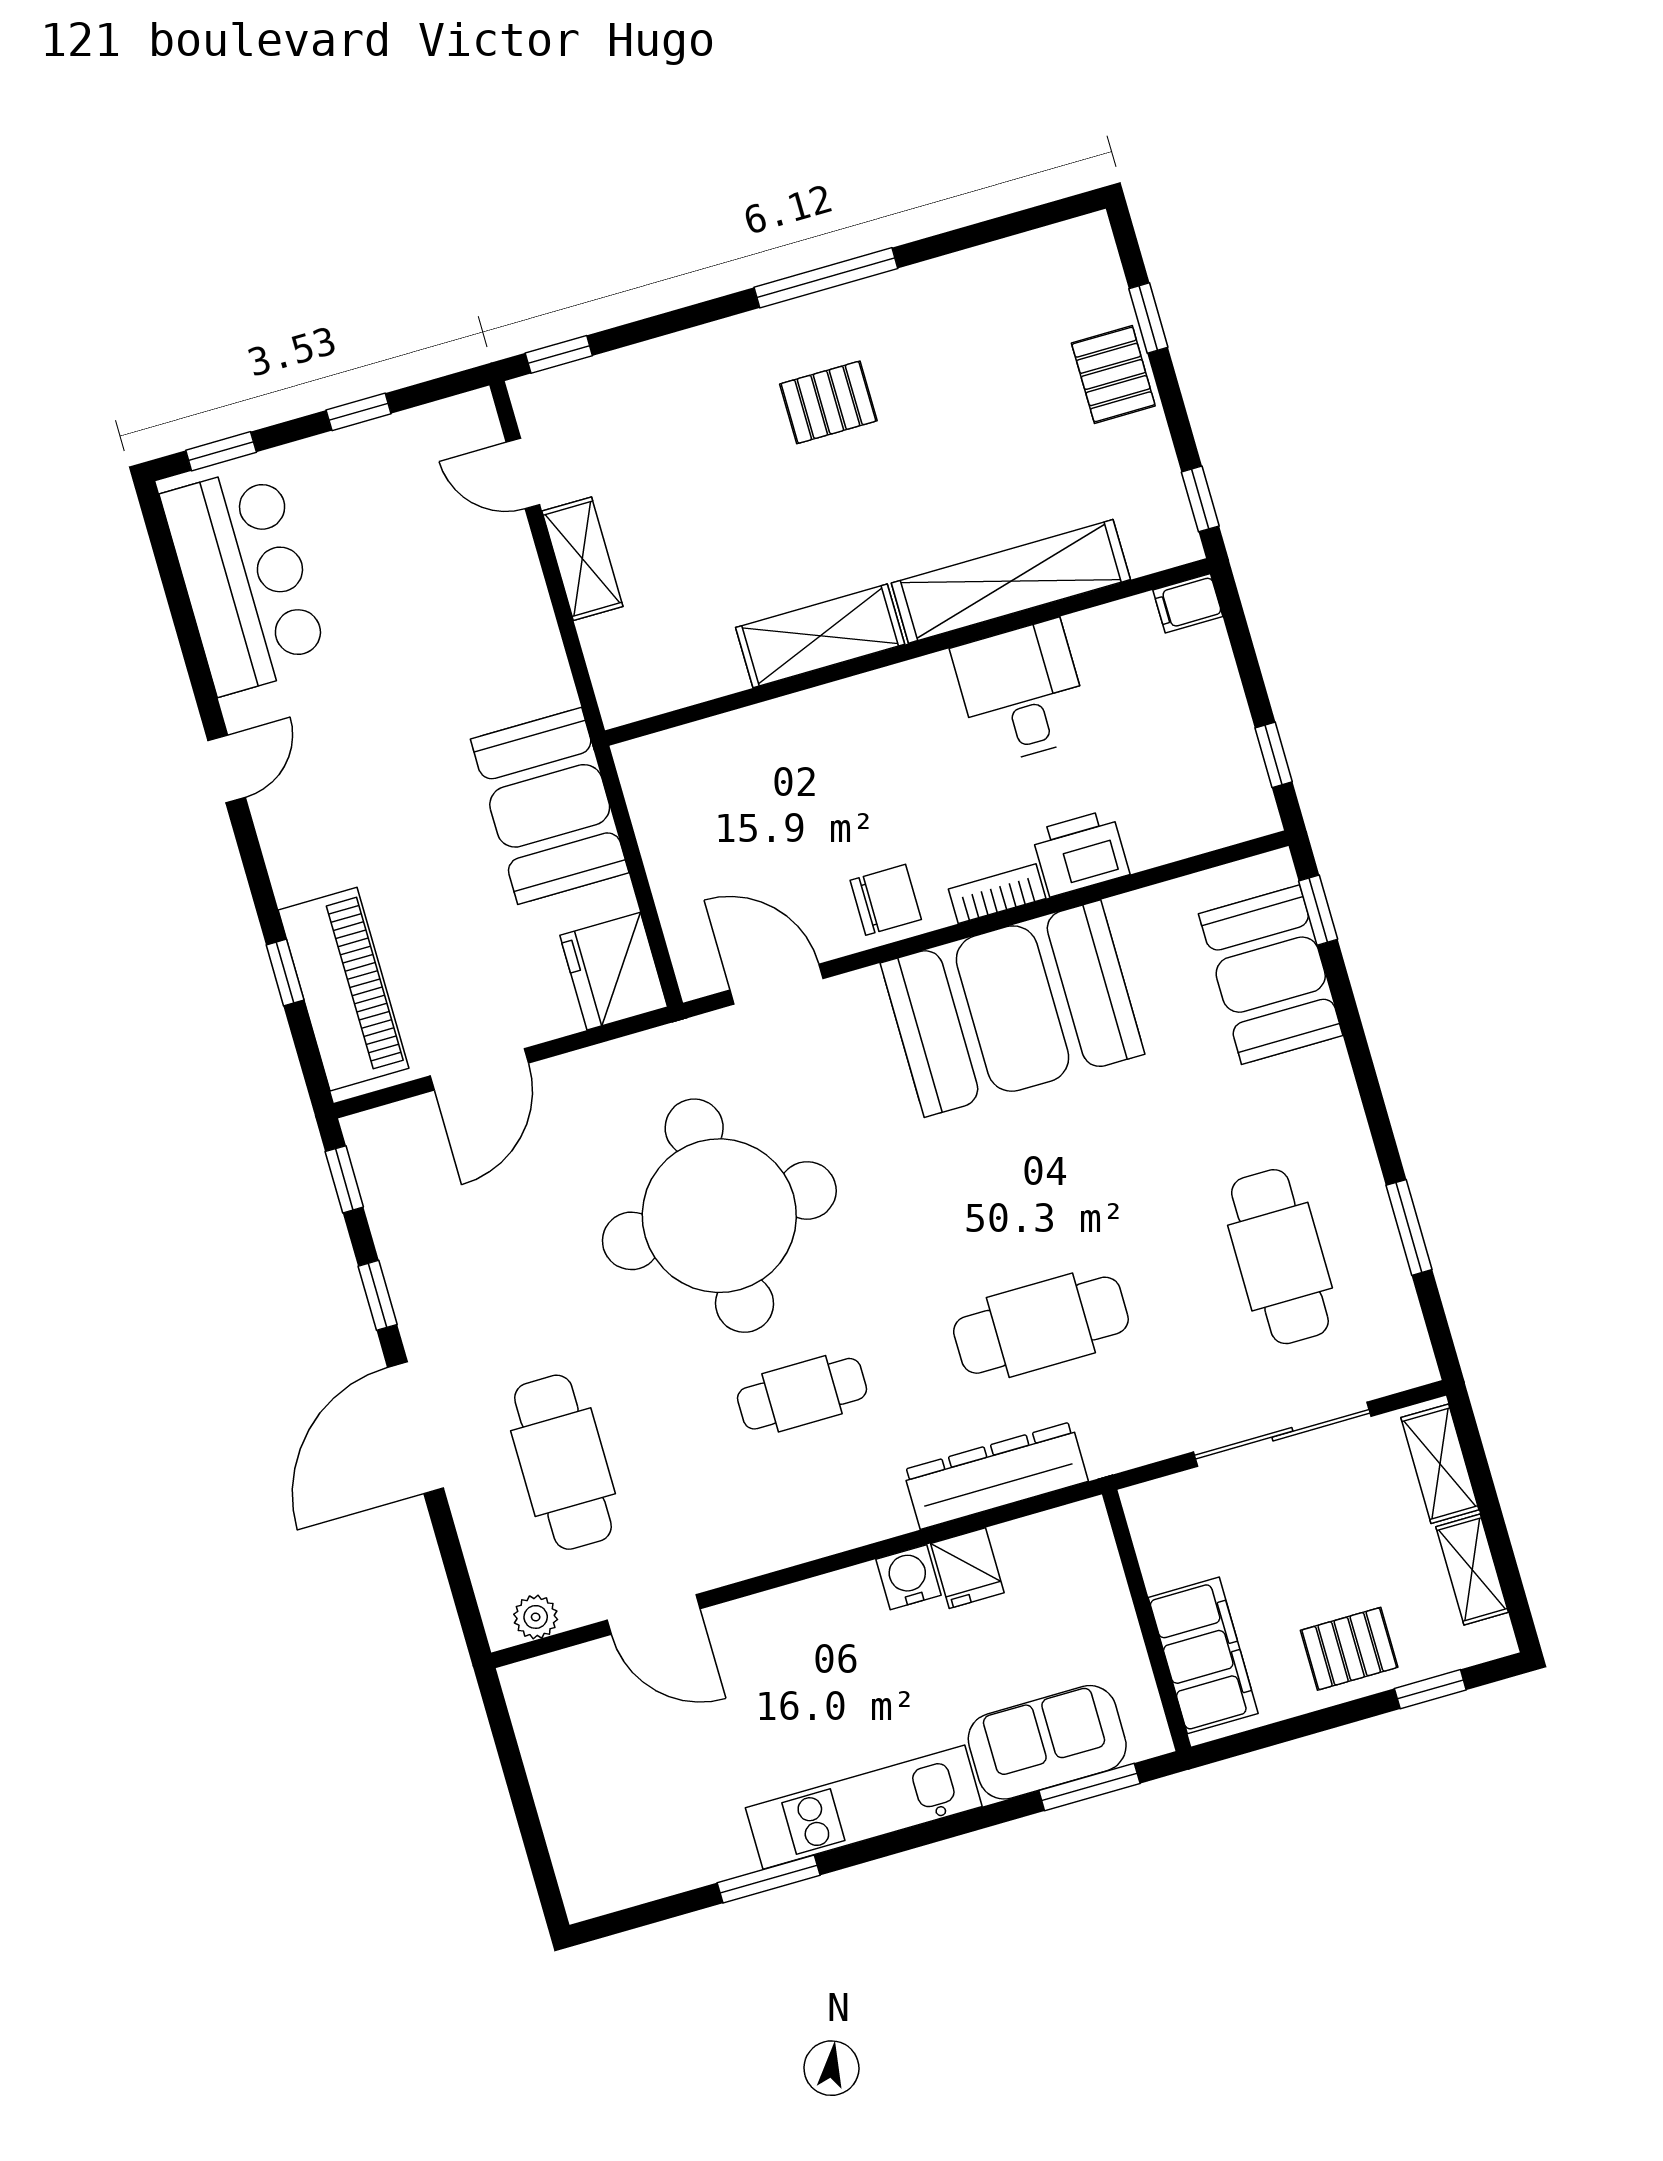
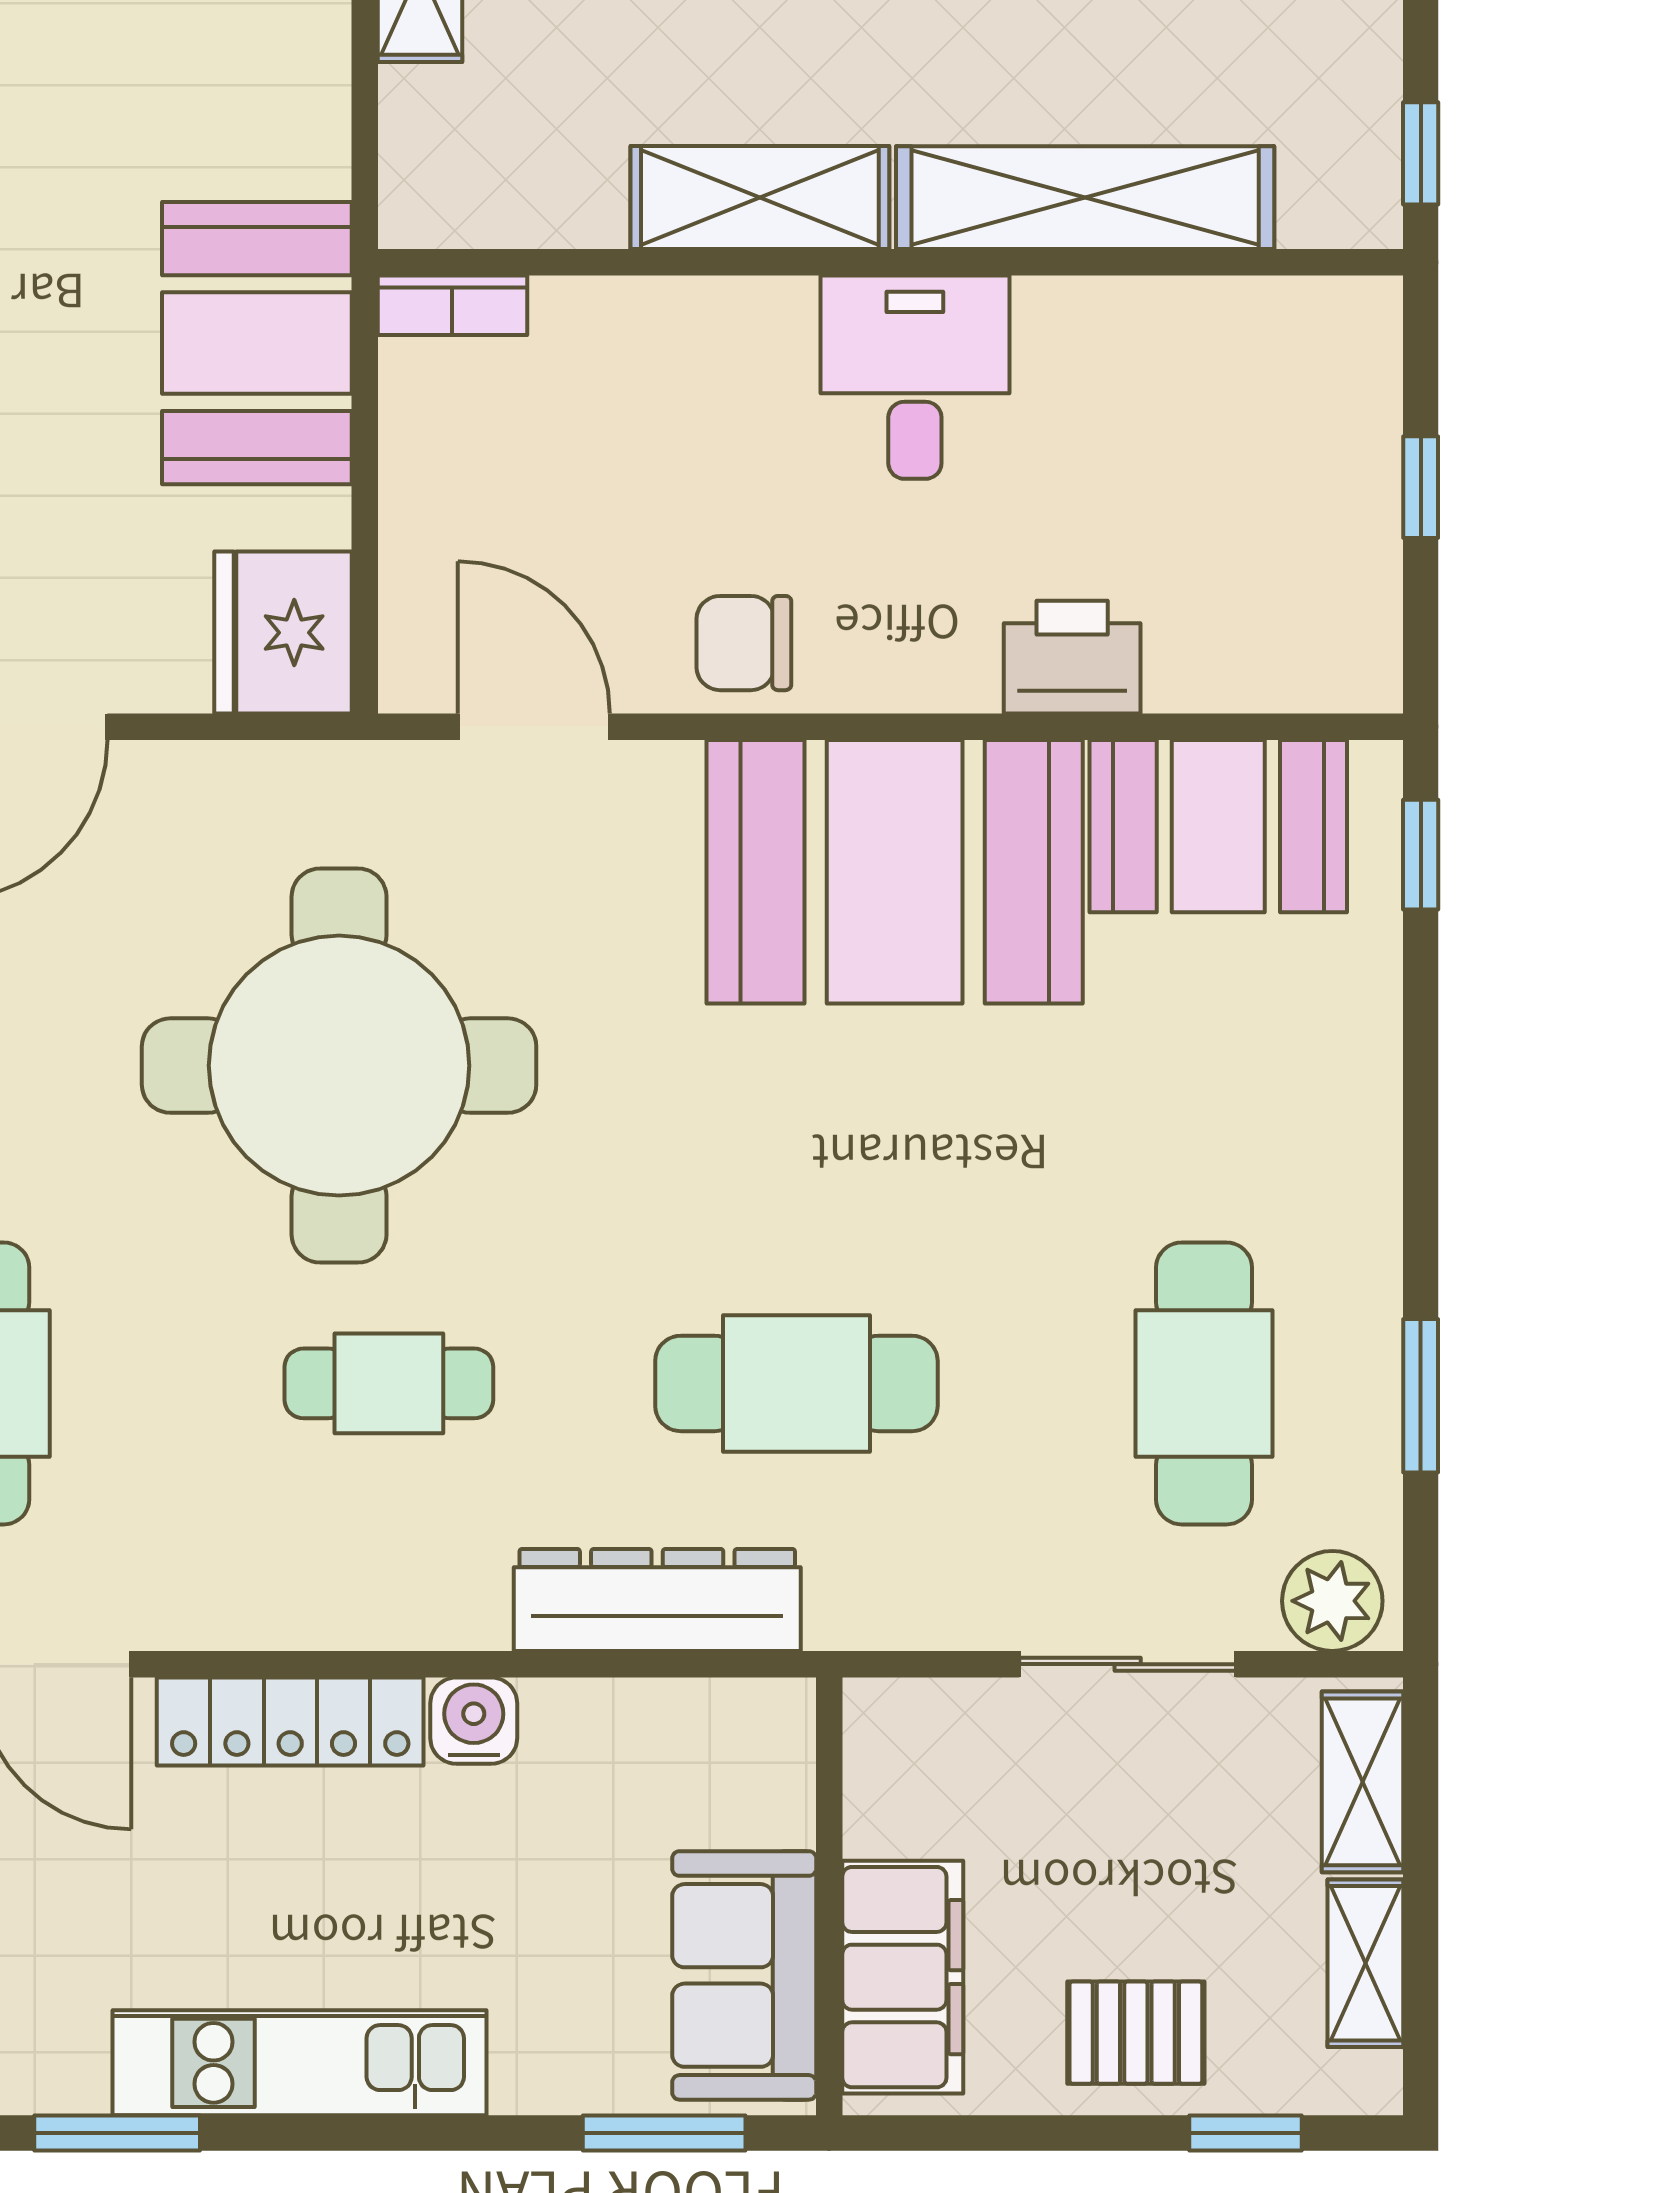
filing cabinet: (1188, 603) -> (1354, 312), removed
desk: (1022, 692) -> (915, 377), moved
window: (1274, 755) -> (1421, 487), moved
bookcase: (997, 894) -> (452, 305), moved, turned 180
chair: (886, 900) -> (744, 643), turned 180
booth: (1271, 975) -> (1218, 826), moved, turned 90
plant: (1392, 1363) -> (1332, 1601), added
sliding door: (1282, 1434) -> (1128, 1664), width x0.73
fridge: (967, 1568) -> (571, 1733), removed
locker: (801, 1609) -> (290, 1721), added
sofa: (1047, 1742) -> (744, 1975), moved, turned -90

